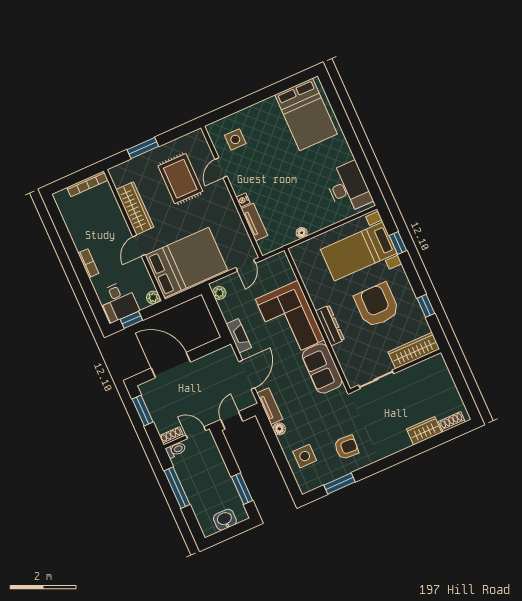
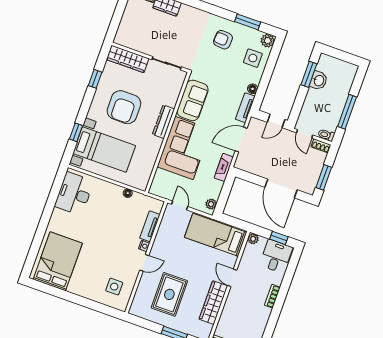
door: (221, 168) -> (144, 263), moved
door: (139, 246) -> (232, 278), swing flipped
bed: (186, 263) -> (216, 235), width x0.67
door: (246, 265) -> (180, 205), hinge flipped
plant: (306, 484) -> (268, 41), added
washbasin: (225, 520) -> (319, 80), moved, turned -90

